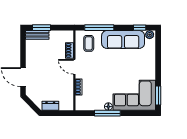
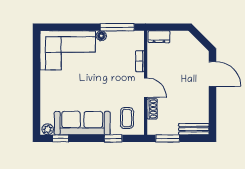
window: (42, 28) -> (168, 138), moved
window: (99, 28) -> (113, 138), width x0.46
window: (158, 95) -> (36, 50), removed
dresser: (50, 106) -> (159, 37), moved
window: (107, 113) -> (117, 27), moved

